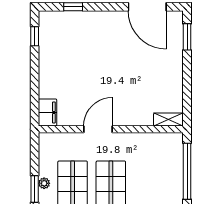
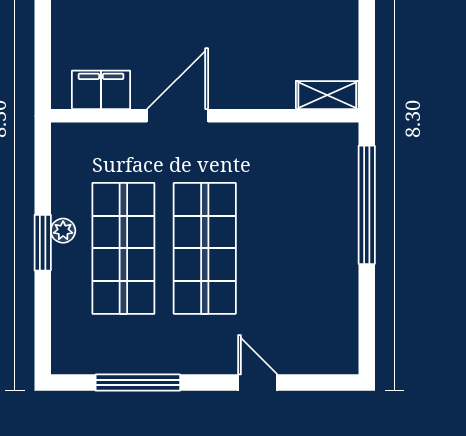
filing cabinet: (48, 112) -> (101, 90), moved, turned -90

